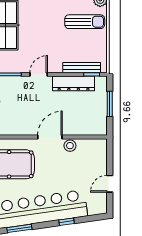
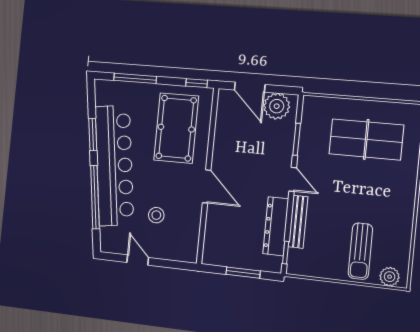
bench: (82, 68) -> (298, 222), moved
stool: (70, 146) -> (156, 215), moved
window: (66, 222) -> (95, 197), width x3.17

